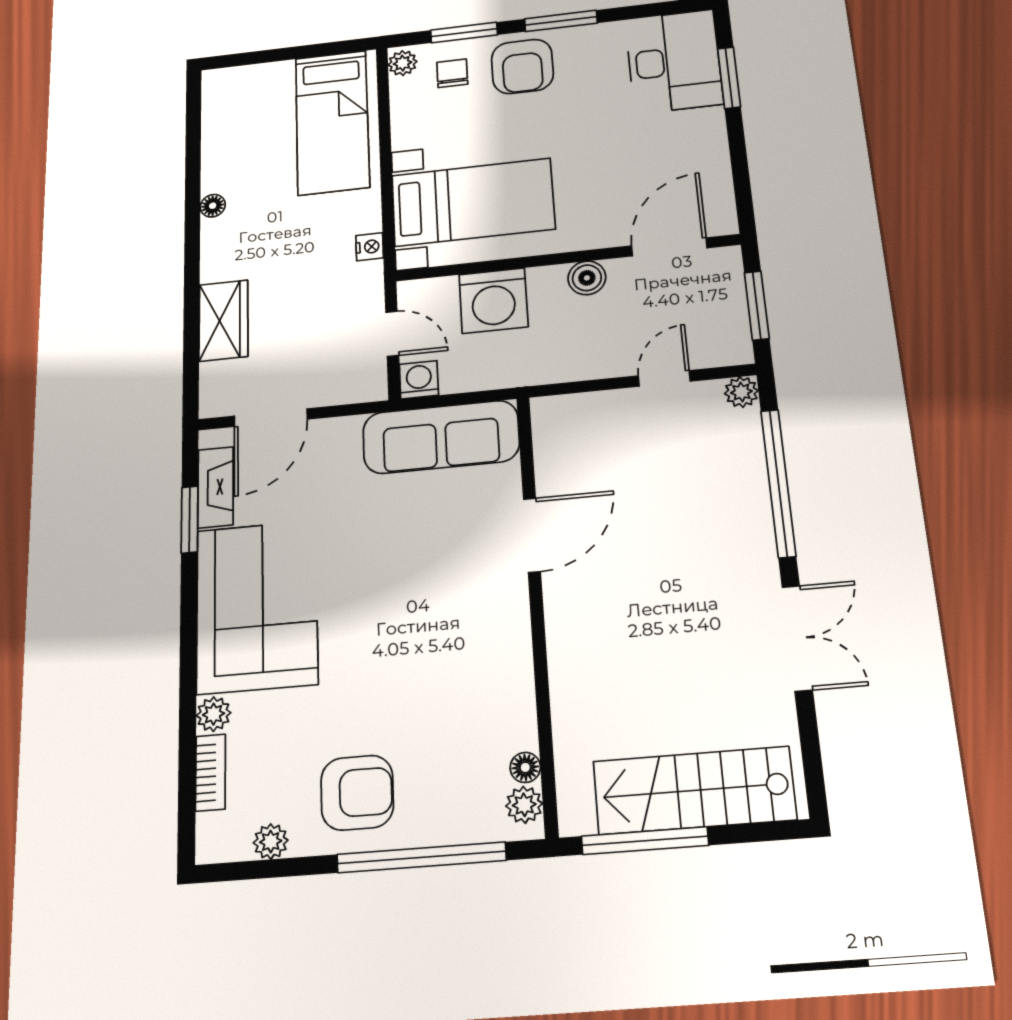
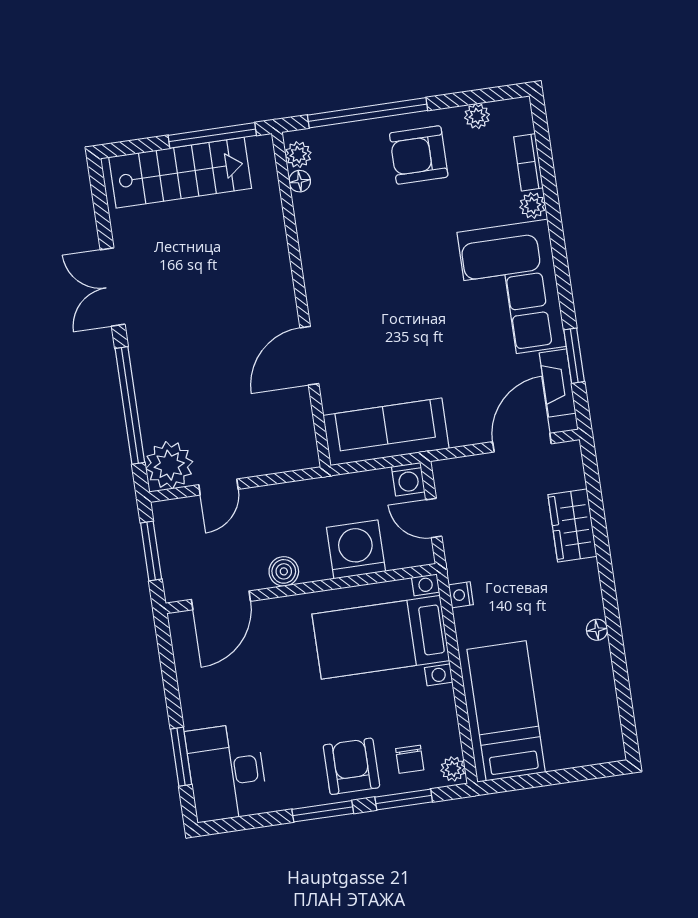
plant: (741, 392) -> (169, 465), width x1.88, depth x1.88

